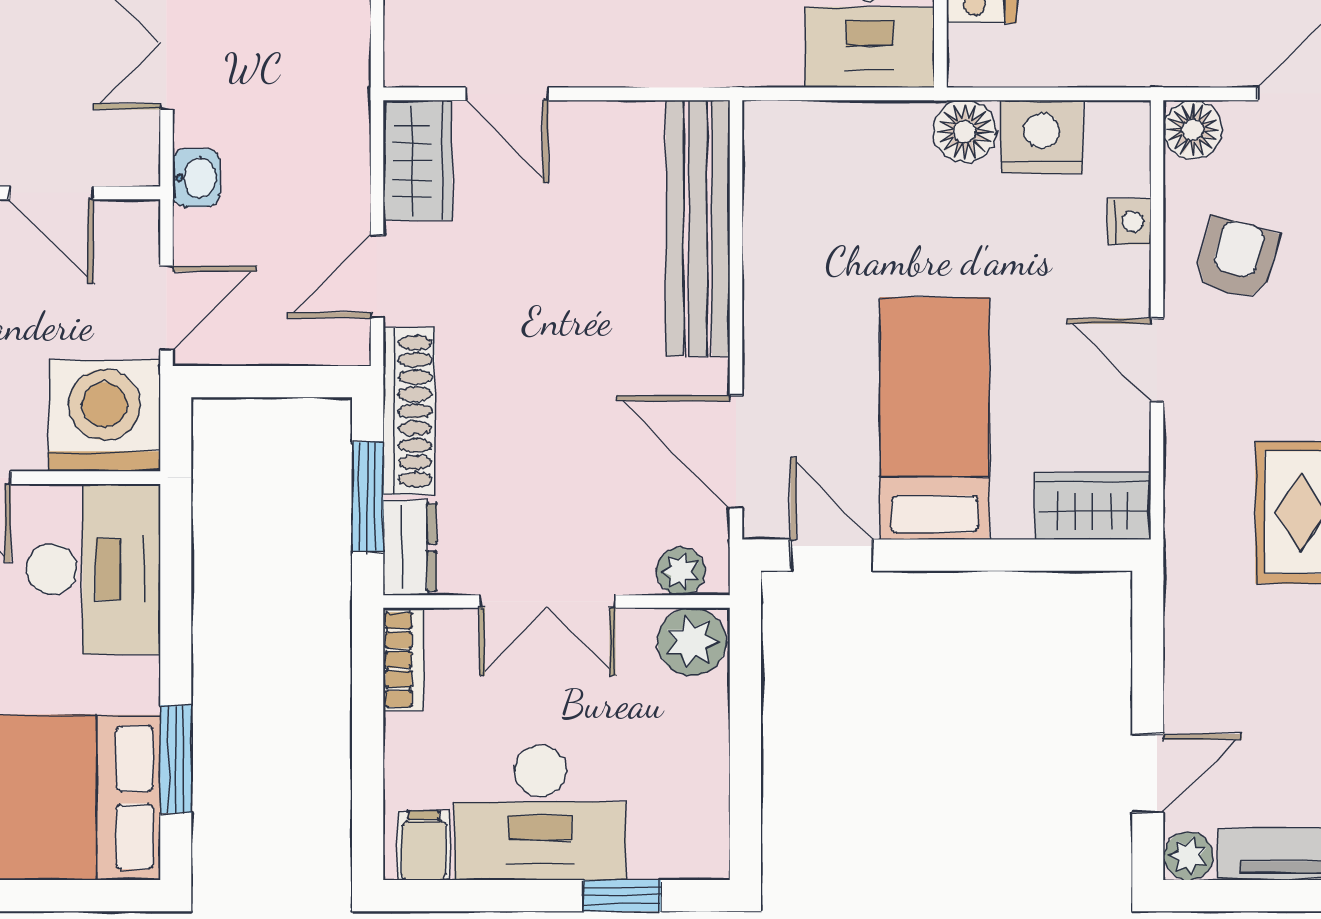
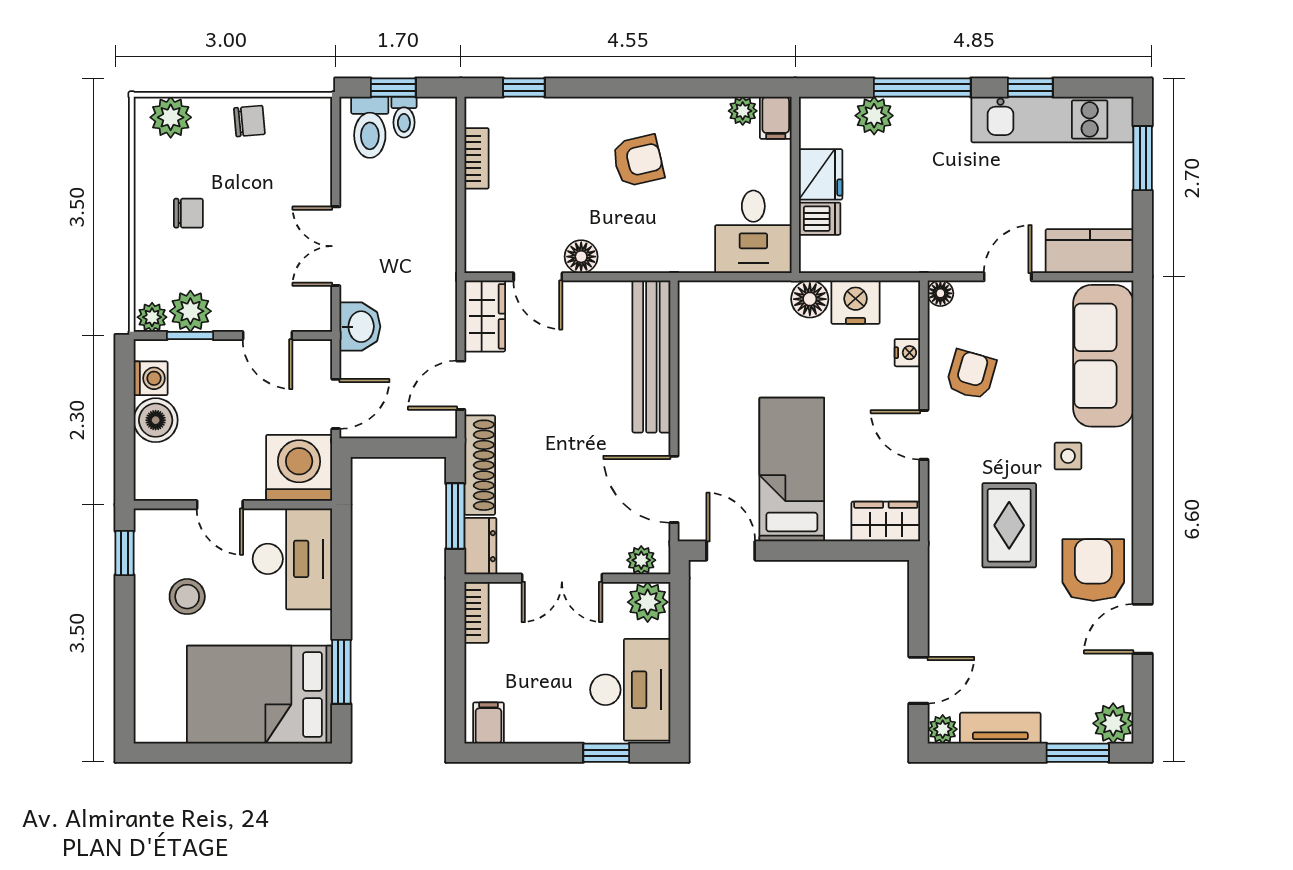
floor lamp: (580, 60) -> (581, 257), added
floor lamp: (1193, 130) -> (940, 293), width x0.73, depth x0.73
washbasin: (196, 178) -> (360, 327), width x1.38, depth x1.45
desk: (540, 813) -> (630, 690), moved, turned -90

